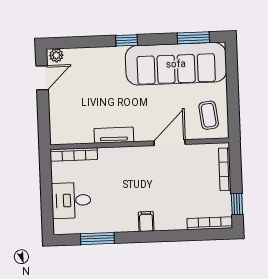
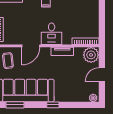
door: (42, 78) -> (102, 75), moved
plant: (63, 131) -> (91, 55), added
desk: (71, 200) -> (52, 34), moved, turned 90

